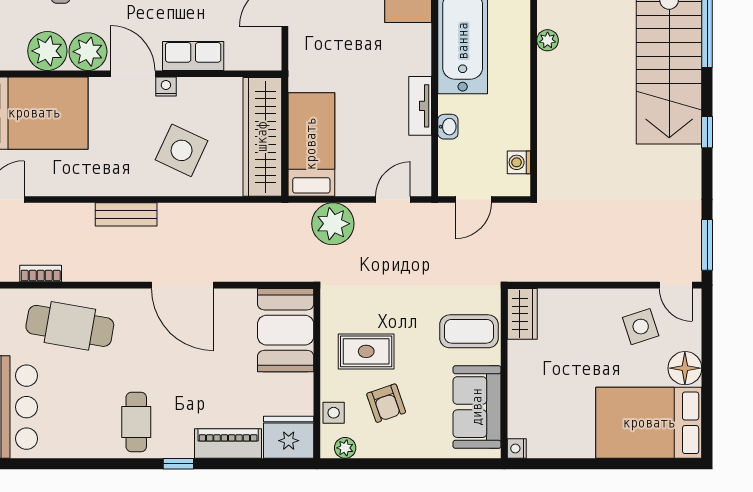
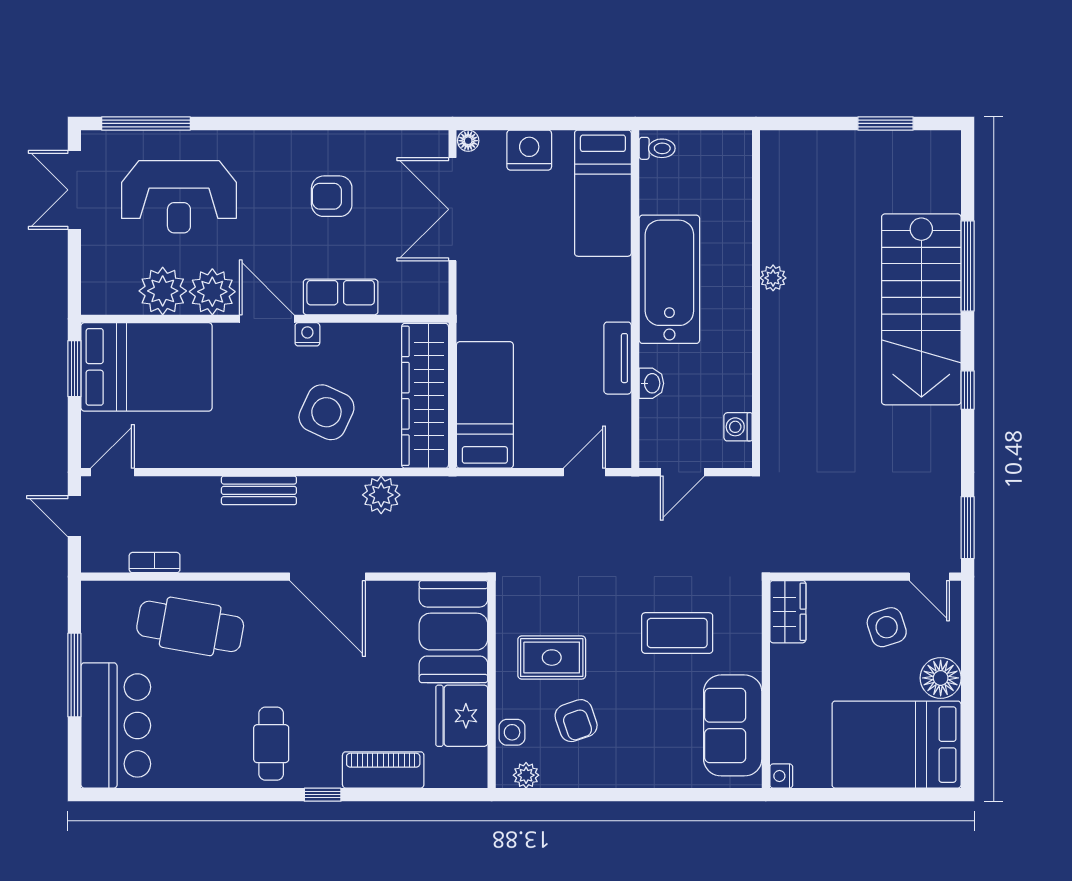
plant: (333, 224) -> (381, 495), moved, width x0.73, depth x0.73
wardrobe: (522, 314) -> (788, 612), moved
wall: (504, 373) -> (766, 684), moved
sofa: (477, 407) -> (733, 725), moved
fridge: (289, 437) -> (462, 716), moved, turned -90
nightstand: (517, 449) -> (781, 776), moved

